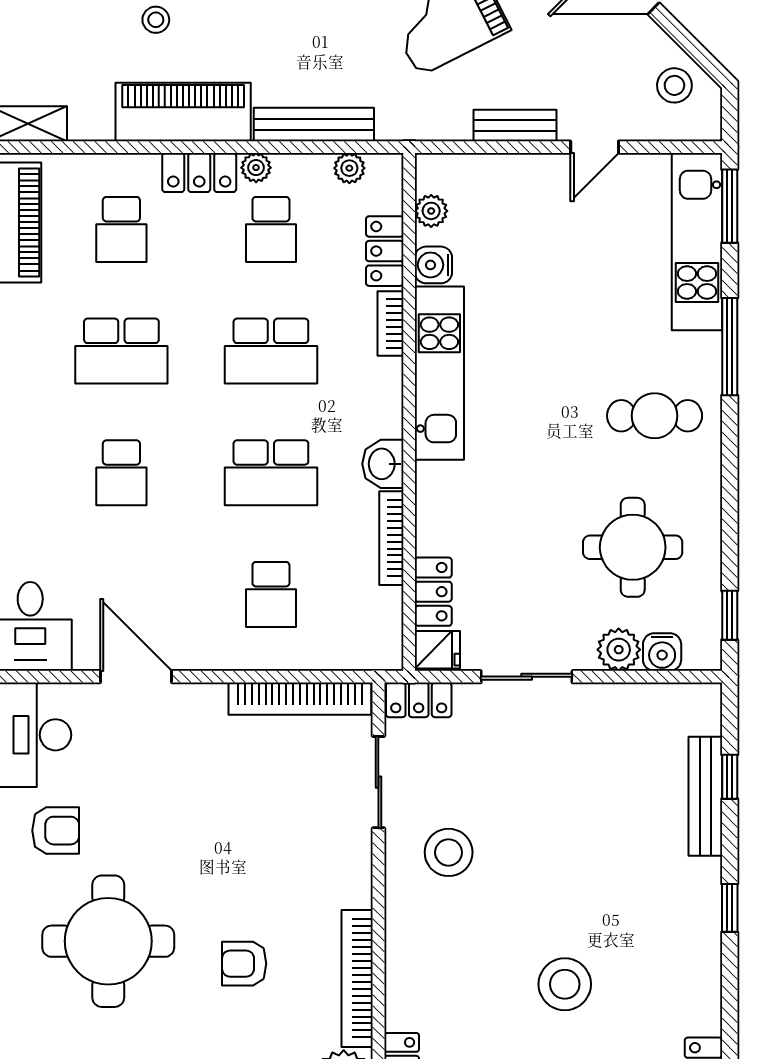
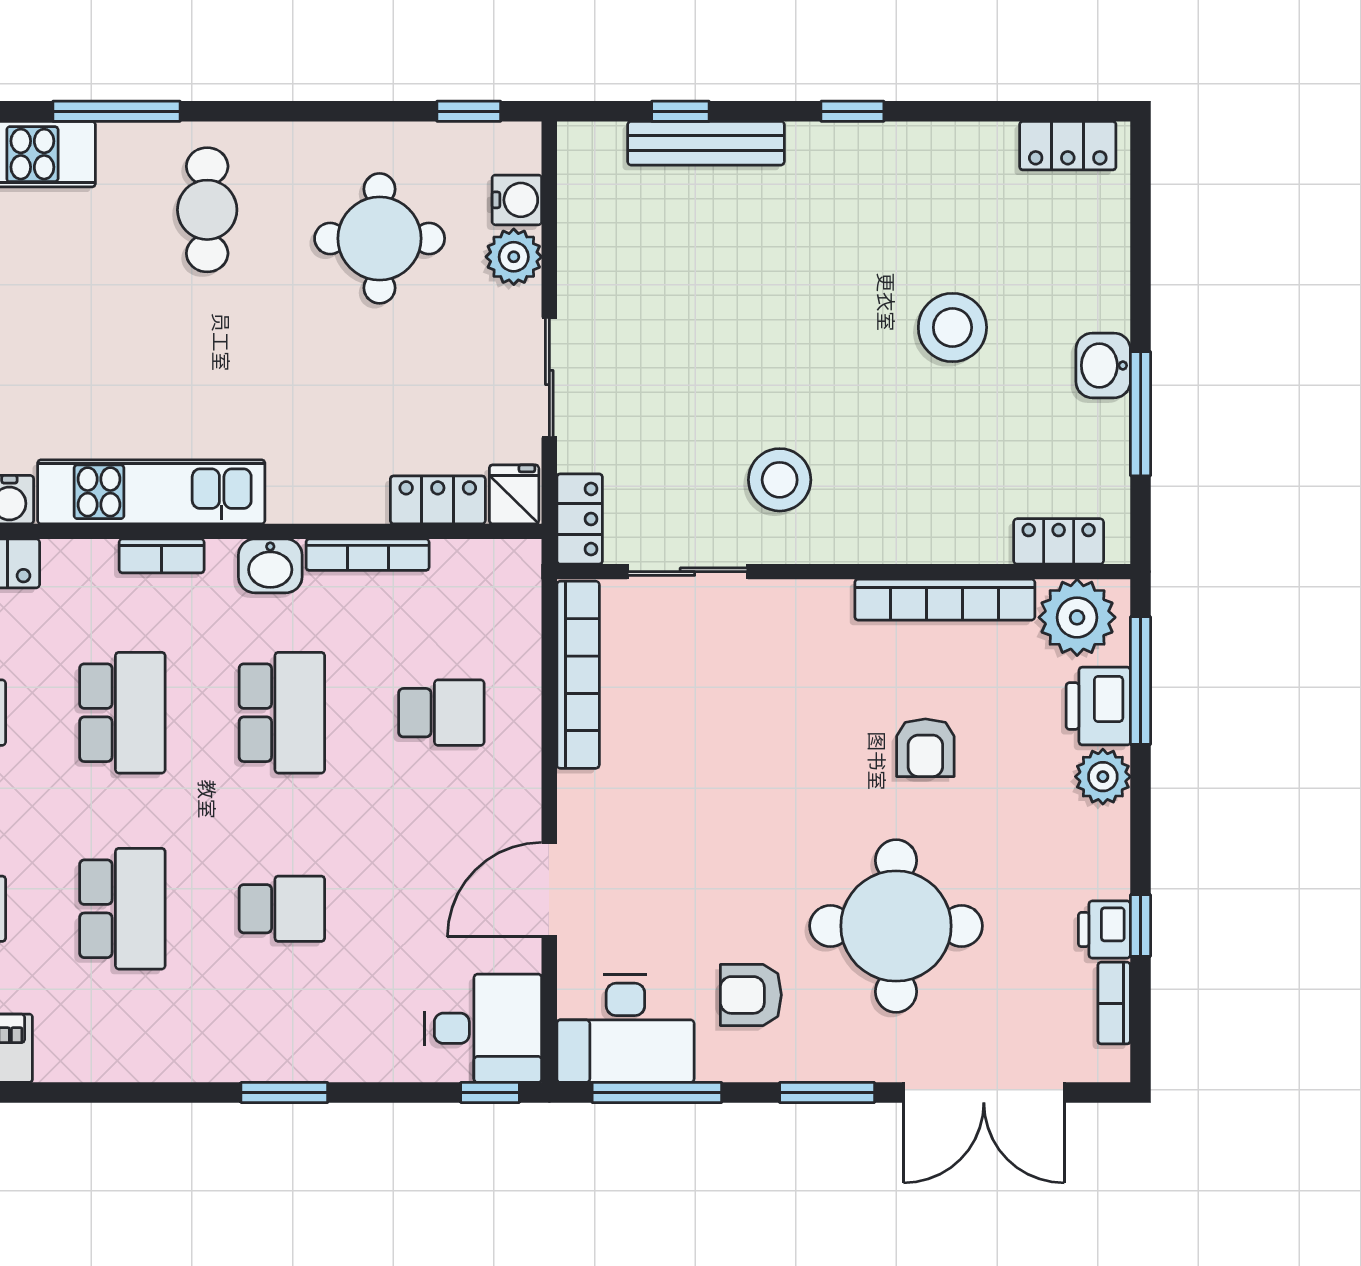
bookcase: (390, 323) -> (162, 556), moved
armchair: (56, 831) -> (751, 995), turned -90

